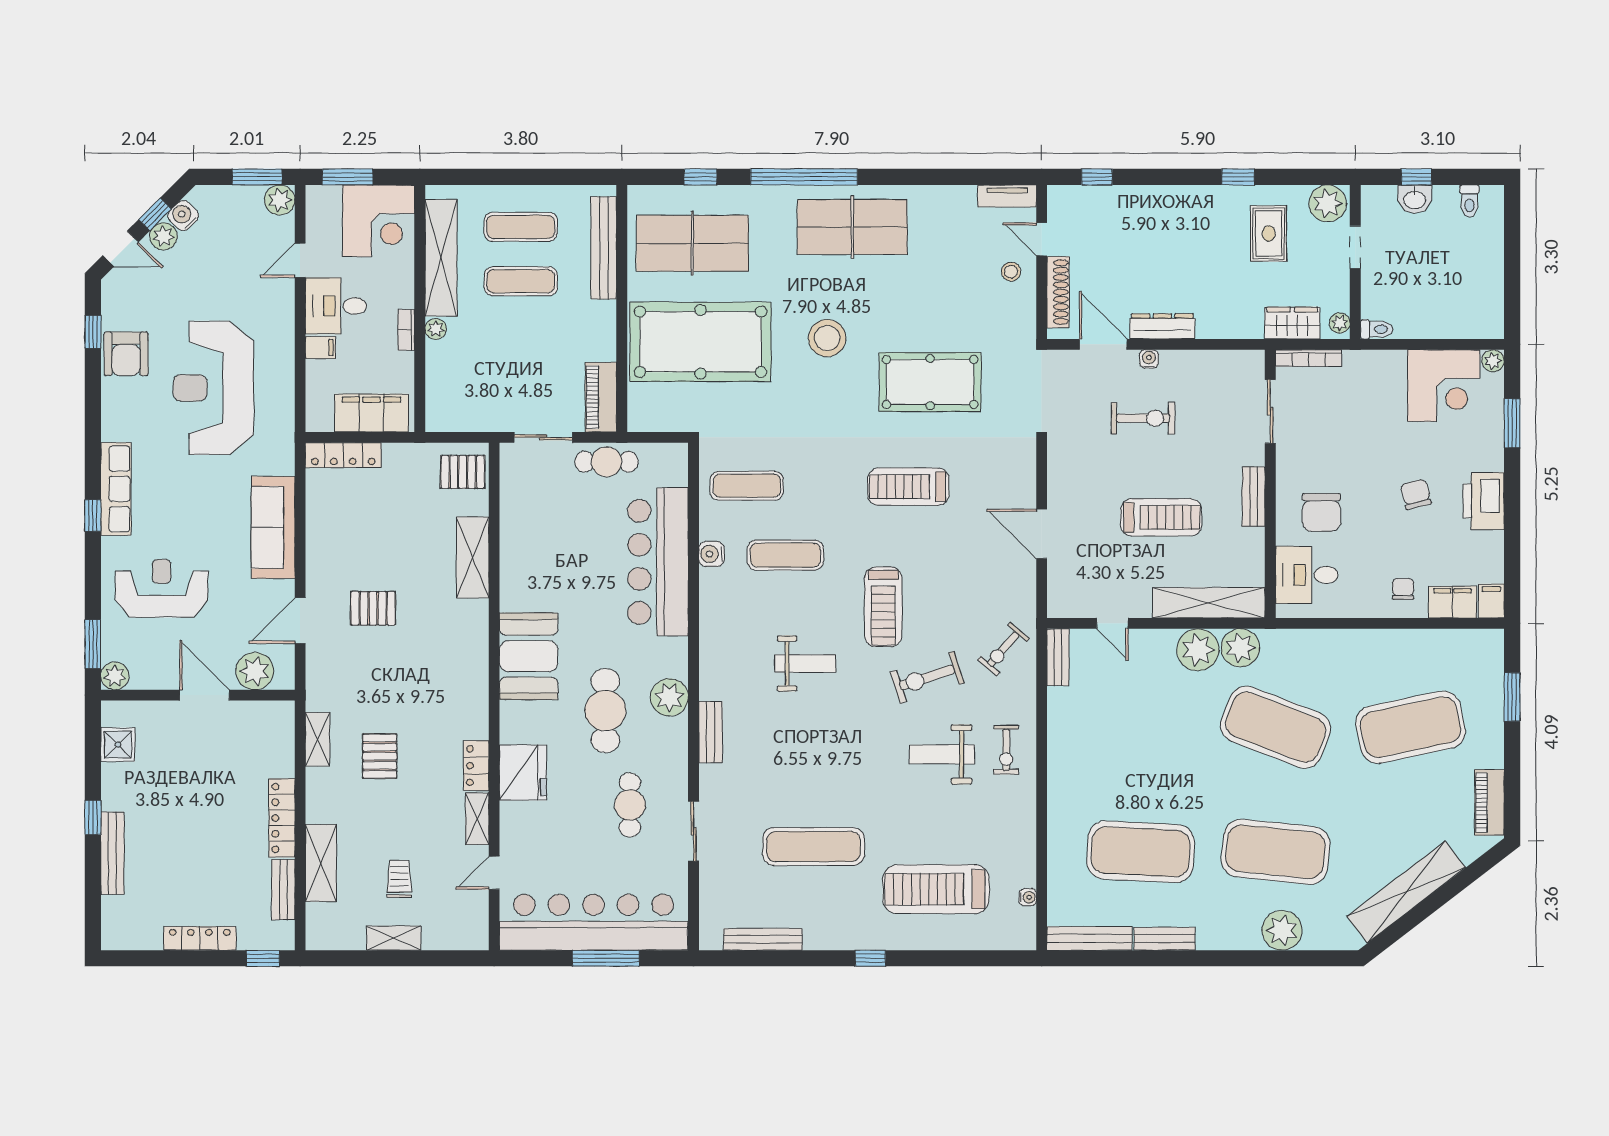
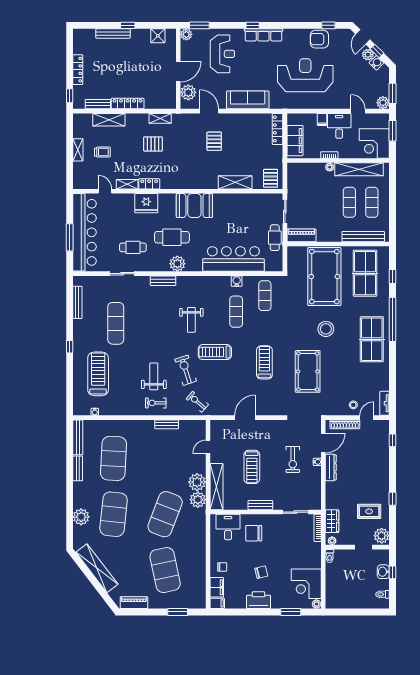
bench: (1058, 657) -> (167, 424), moved

